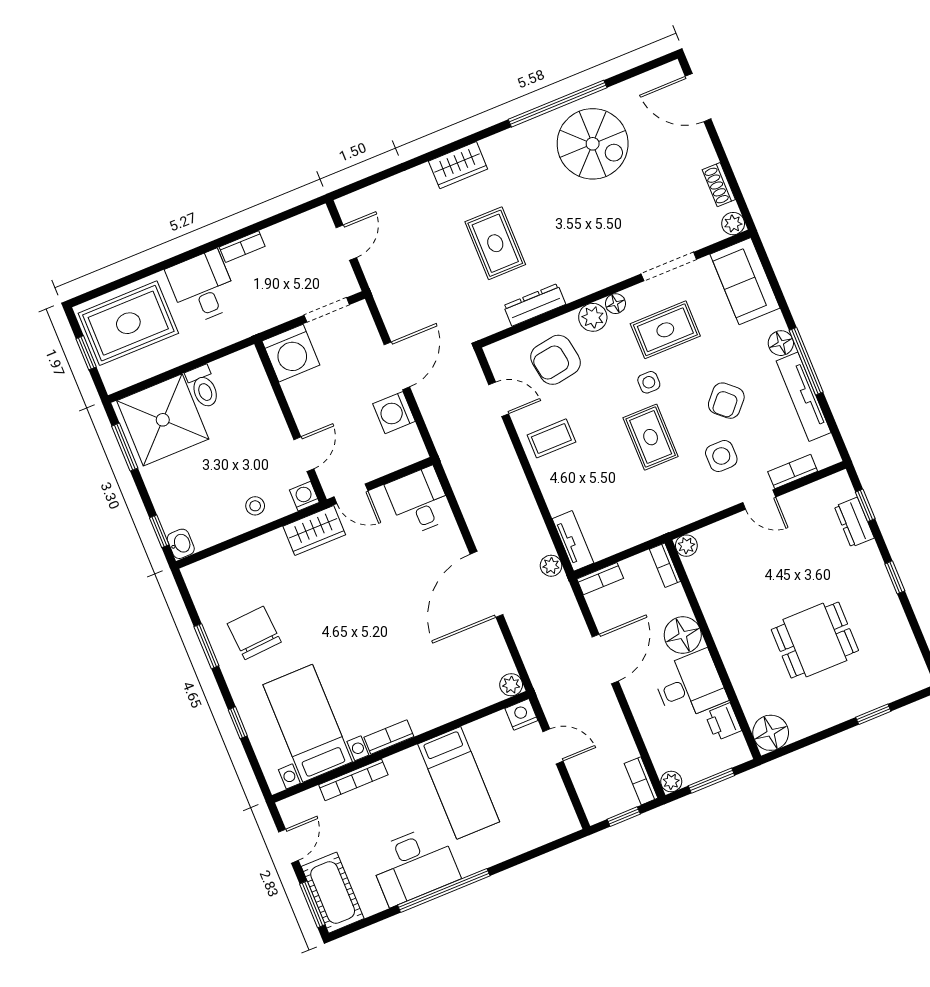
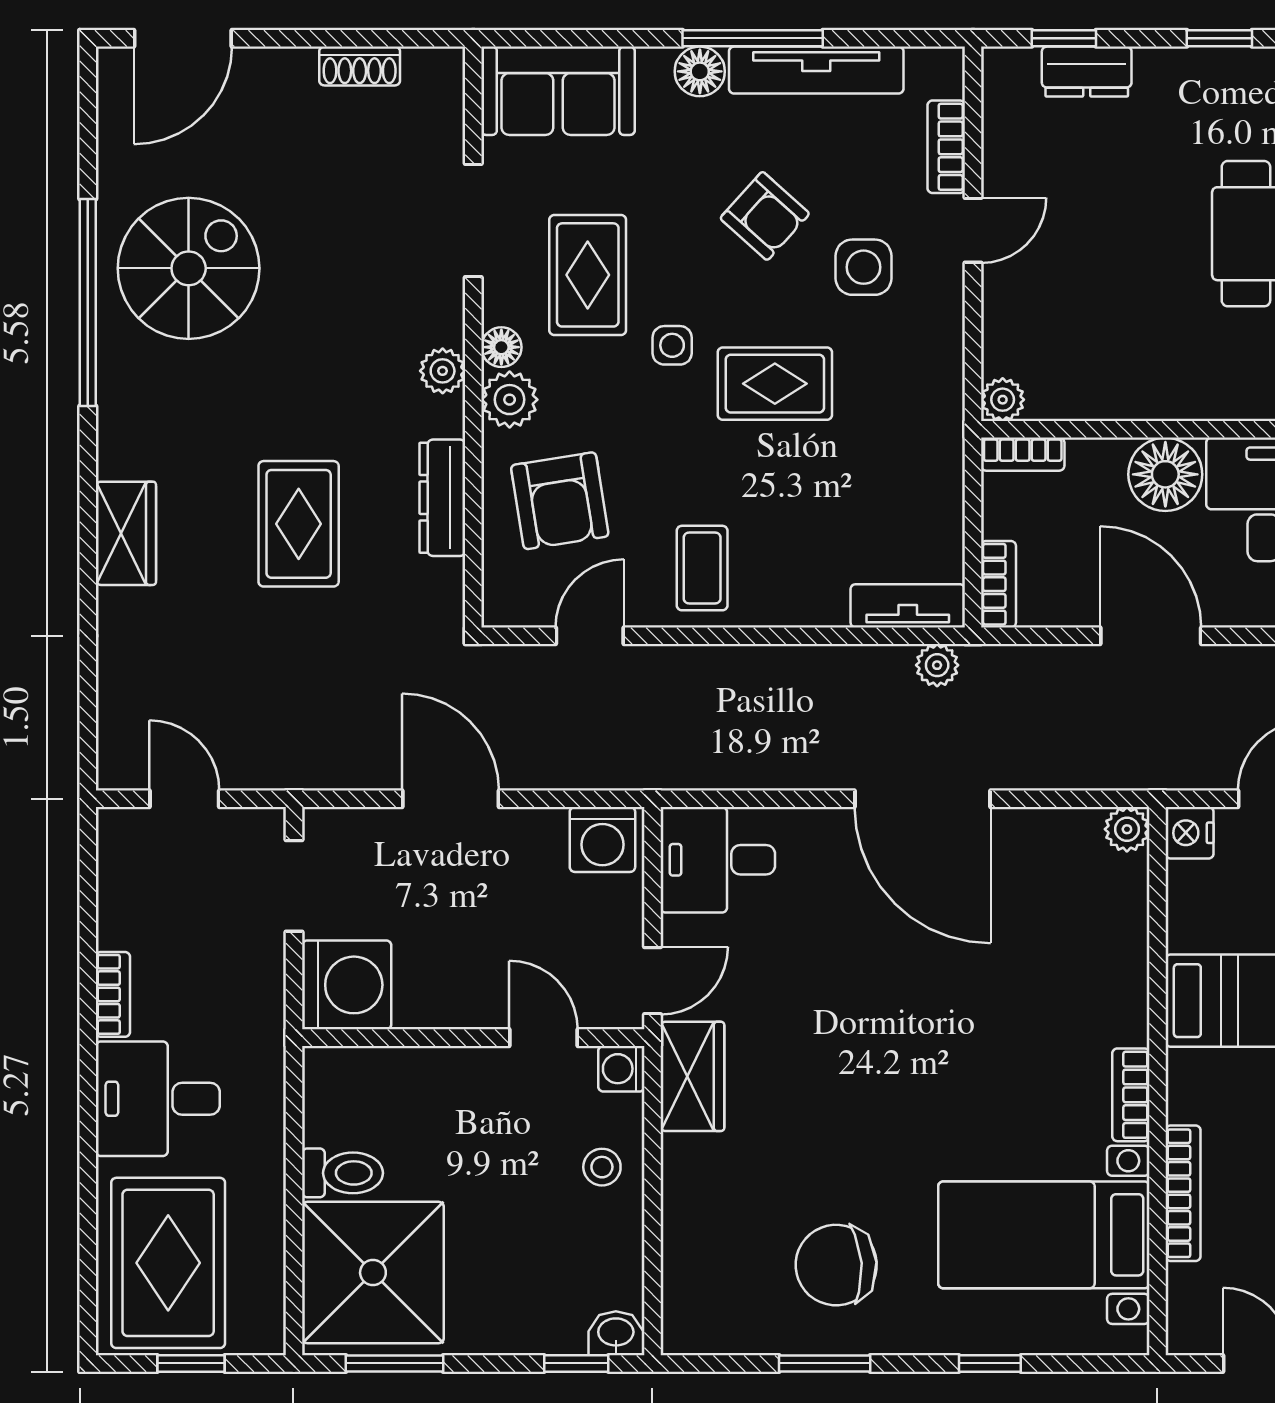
plant: (733, 224) -> (443, 371), moved
rug: (495, 243) -> (299, 524), turned 90
washing machine: (394, 413) -> (602, 839), moved

